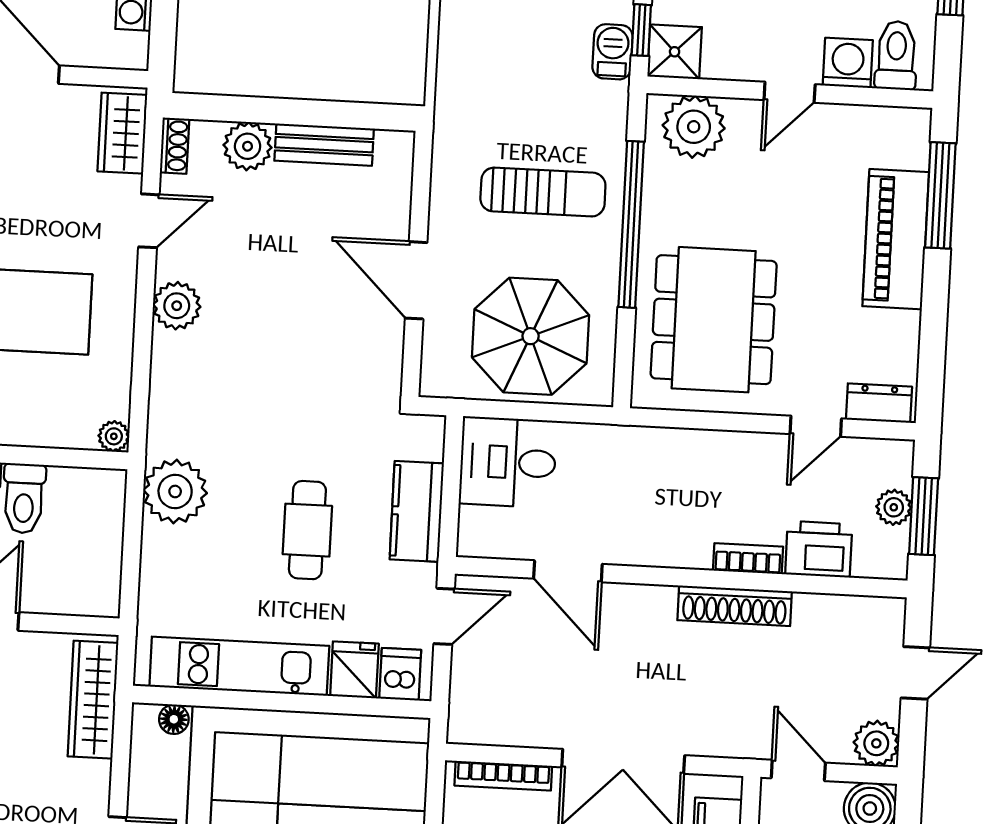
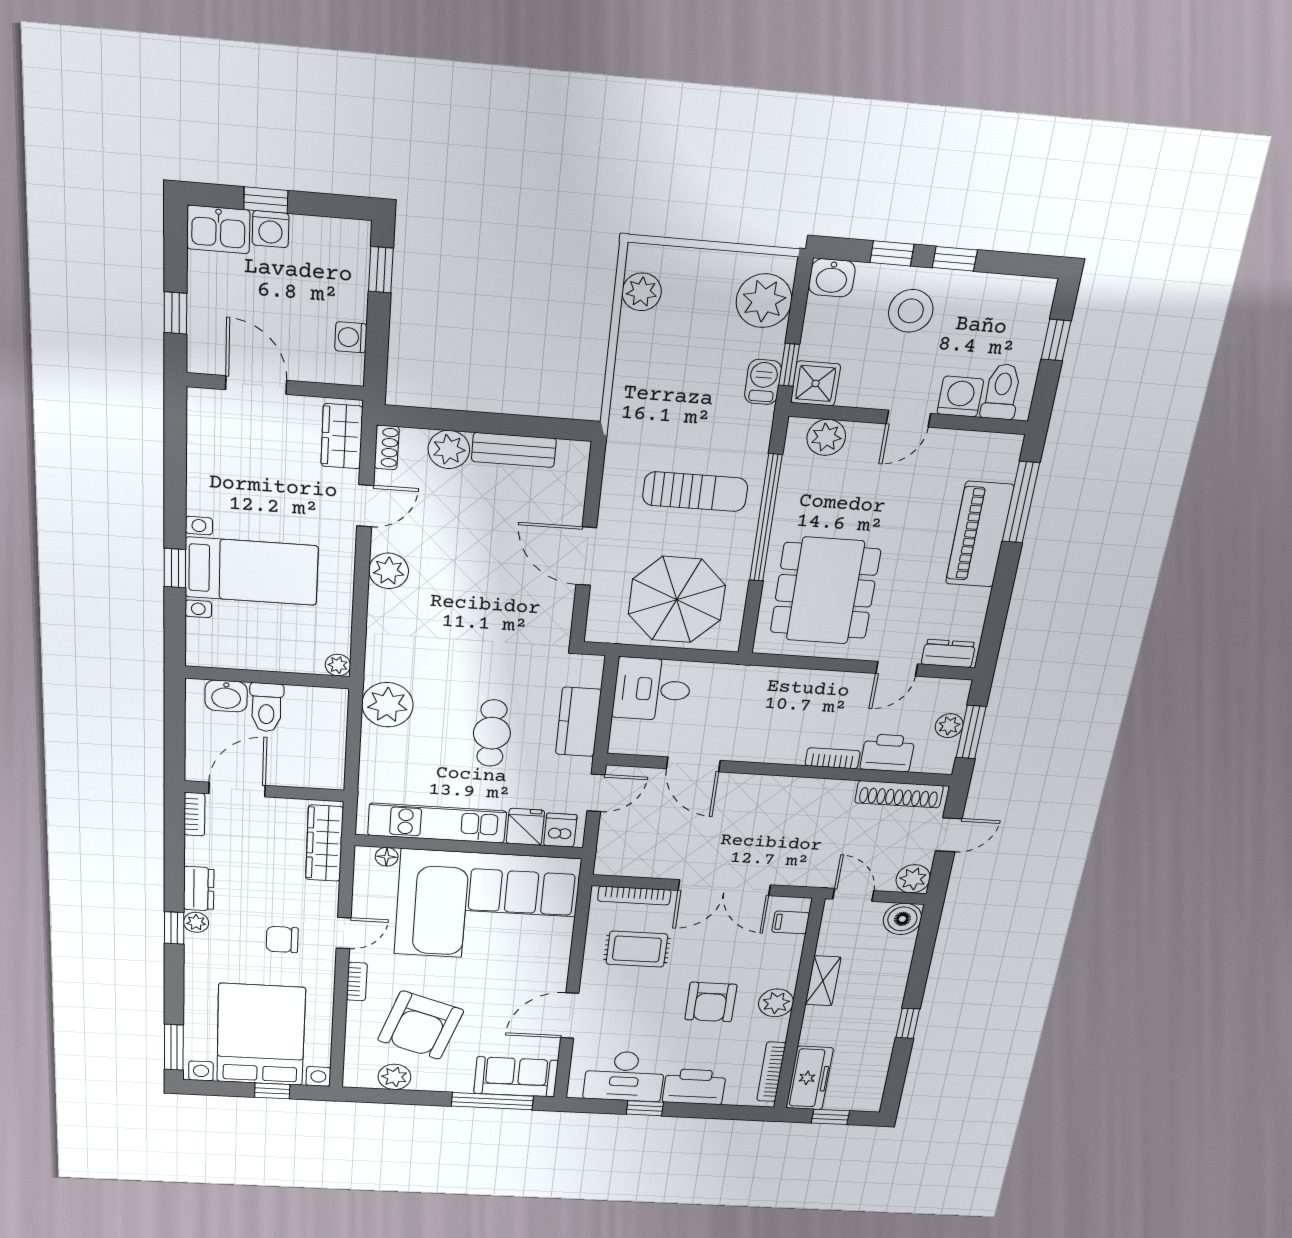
plant: (694, 127) -> (826, 437), width x0.73, depth x0.73
shoe rack: (735, 606) -> (899, 794), moved

